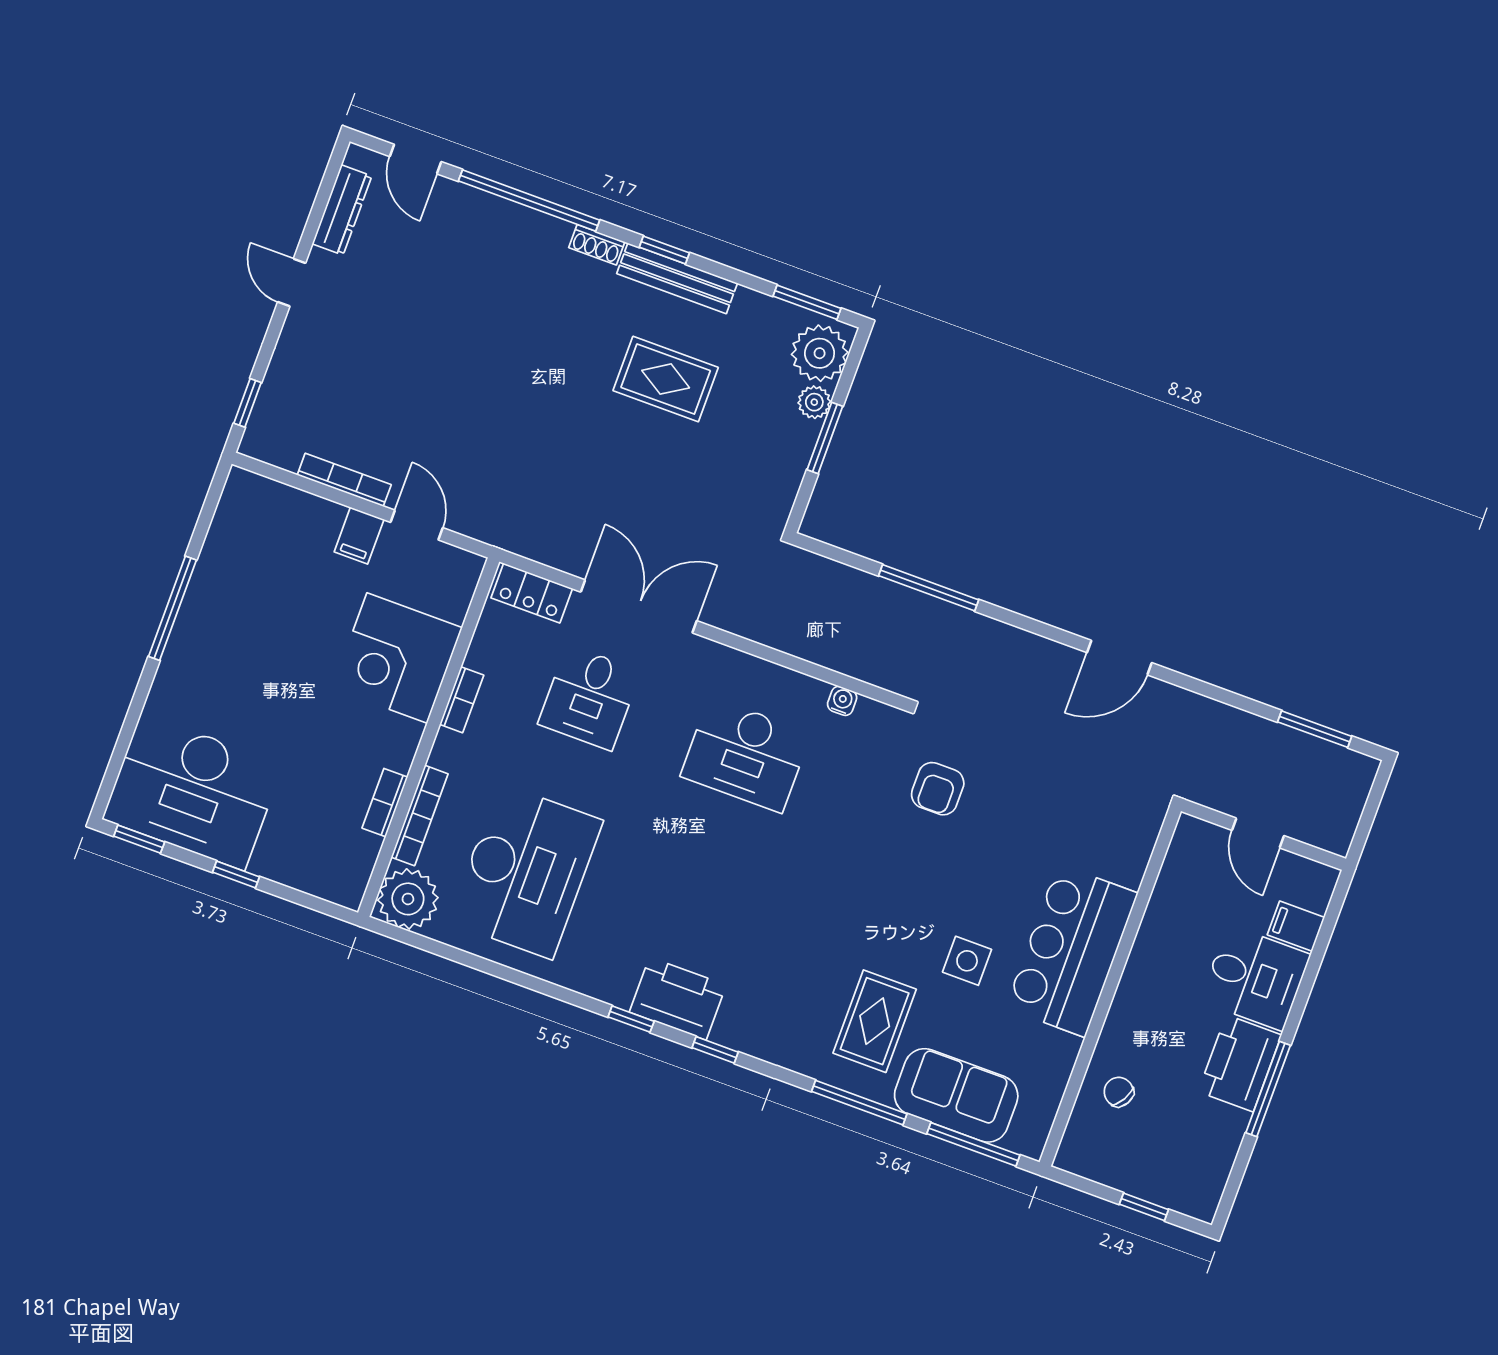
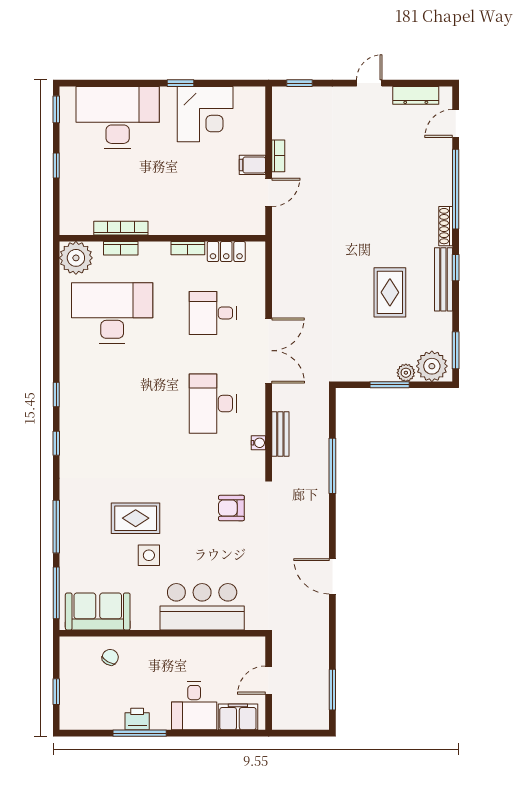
shoe rack: (597, 245) -> (446, 226), width x1.43
bookcase: (344, 480) -> (278, 156), width x0.64
locker: (532, 593) -> (226, 252), moved, turned -90
double door: (639, 606) -> (269, 351), moved
window: (172, 608) -> (180, 83), width x0.46
bench: (841, 657) -> (280, 434), added
corner desk: (397, 658) -> (205, 114), moved, turned 180
desk: (193, 792) -> (118, 117), moved, turned 90
bookcase: (385, 803) -> (121, 228), width x1.56
bookcase: (420, 815) -> (121, 248), width x0.64
desk: (526, 871) -> (112, 313), turned 180
filing cabinet: (1296, 926) -> (238, 717), width x2.00
bar counter: (1072, 951) -> (202, 607), moved
printer: (678, 999) -> (75, 414), removed
rug: (875, 1021) -> (136, 518), moved
printer: (1240, 1063) -> (137, 719), width x0.53, depth x0.68
sofa: (956, 1095) -> (98, 611), moved, turned -90

